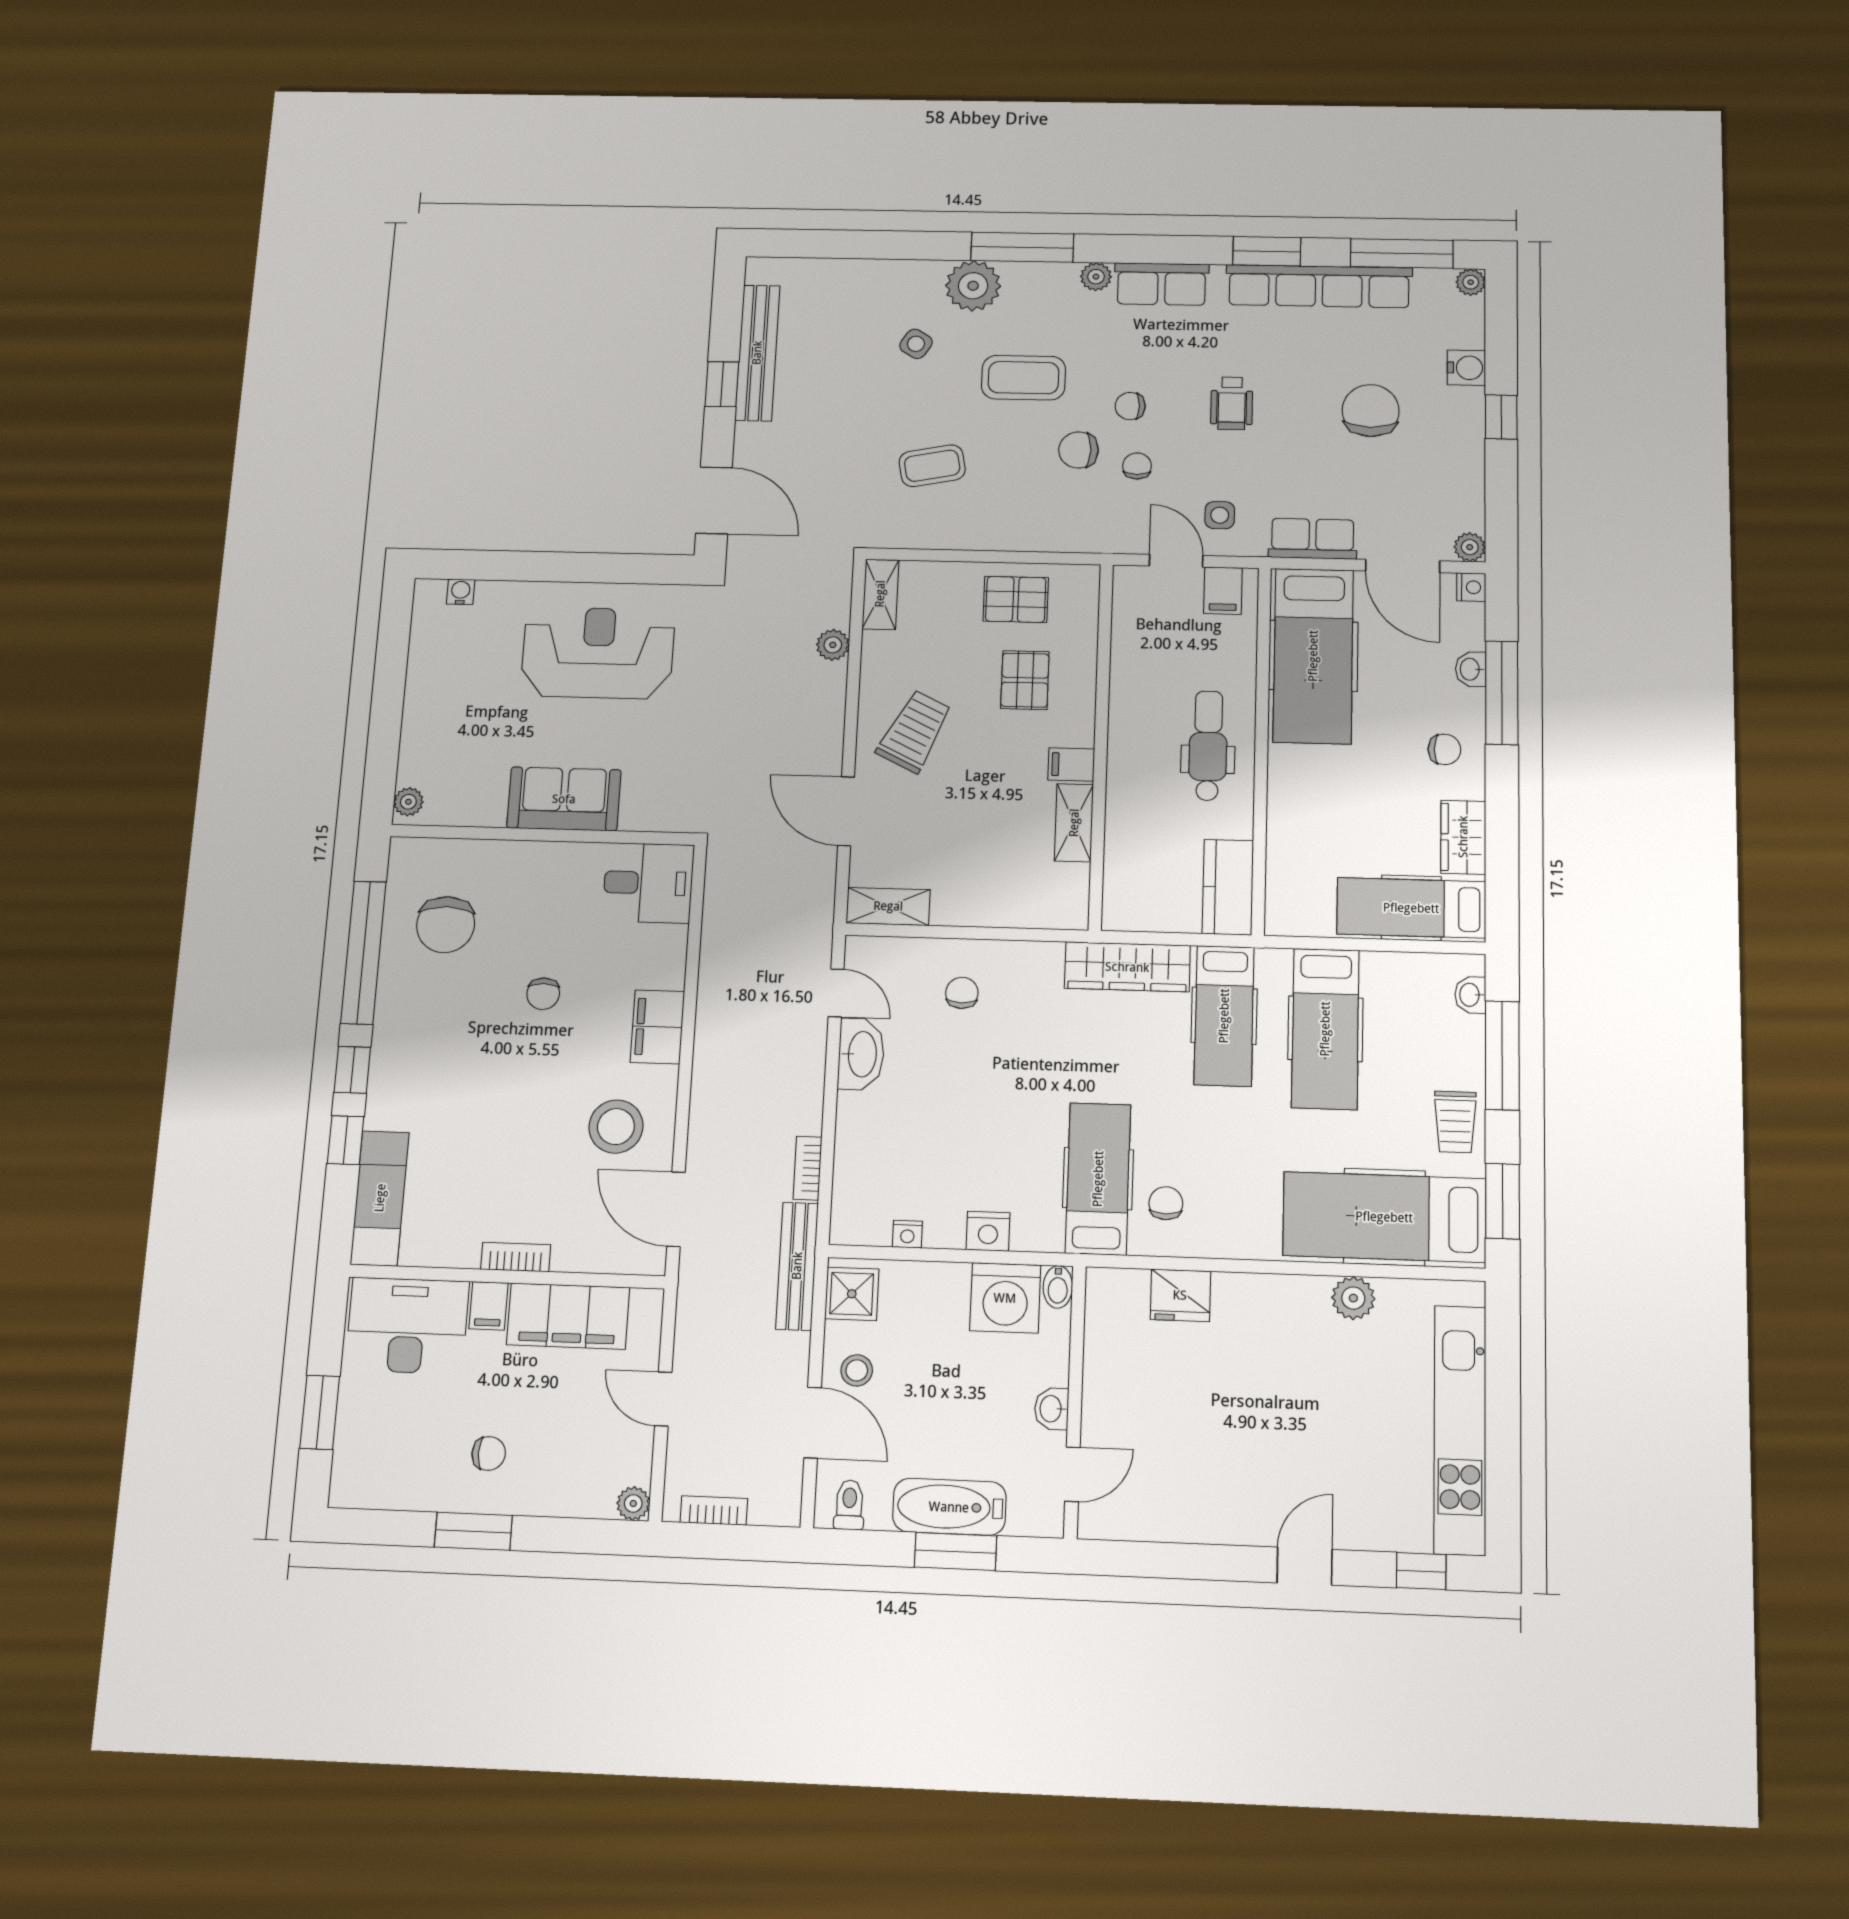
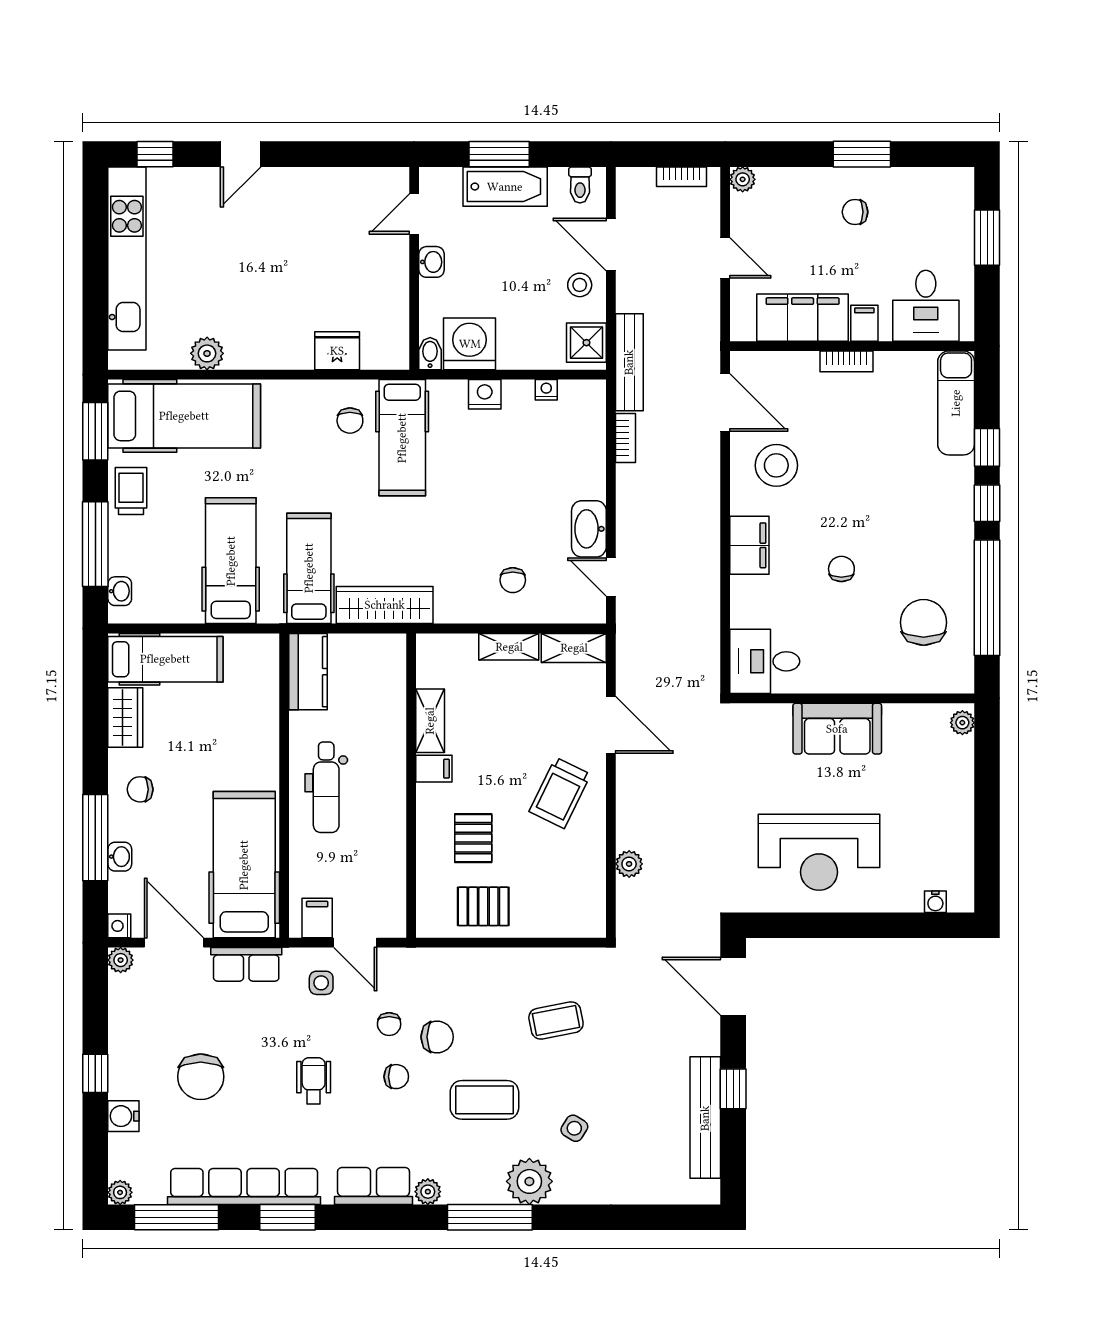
shelving: (880, 594) -> (509, 647), moved, turned 90
desk: (407, 1326) -> (926, 306), width x0.73

